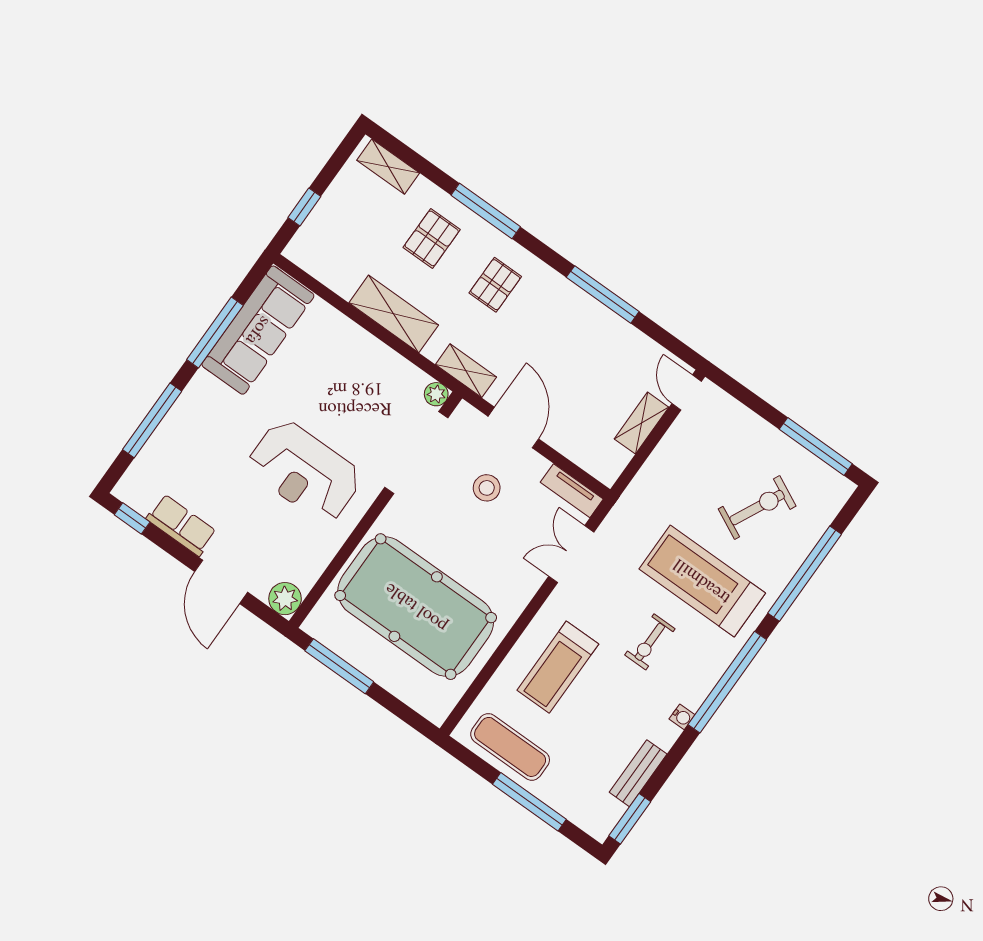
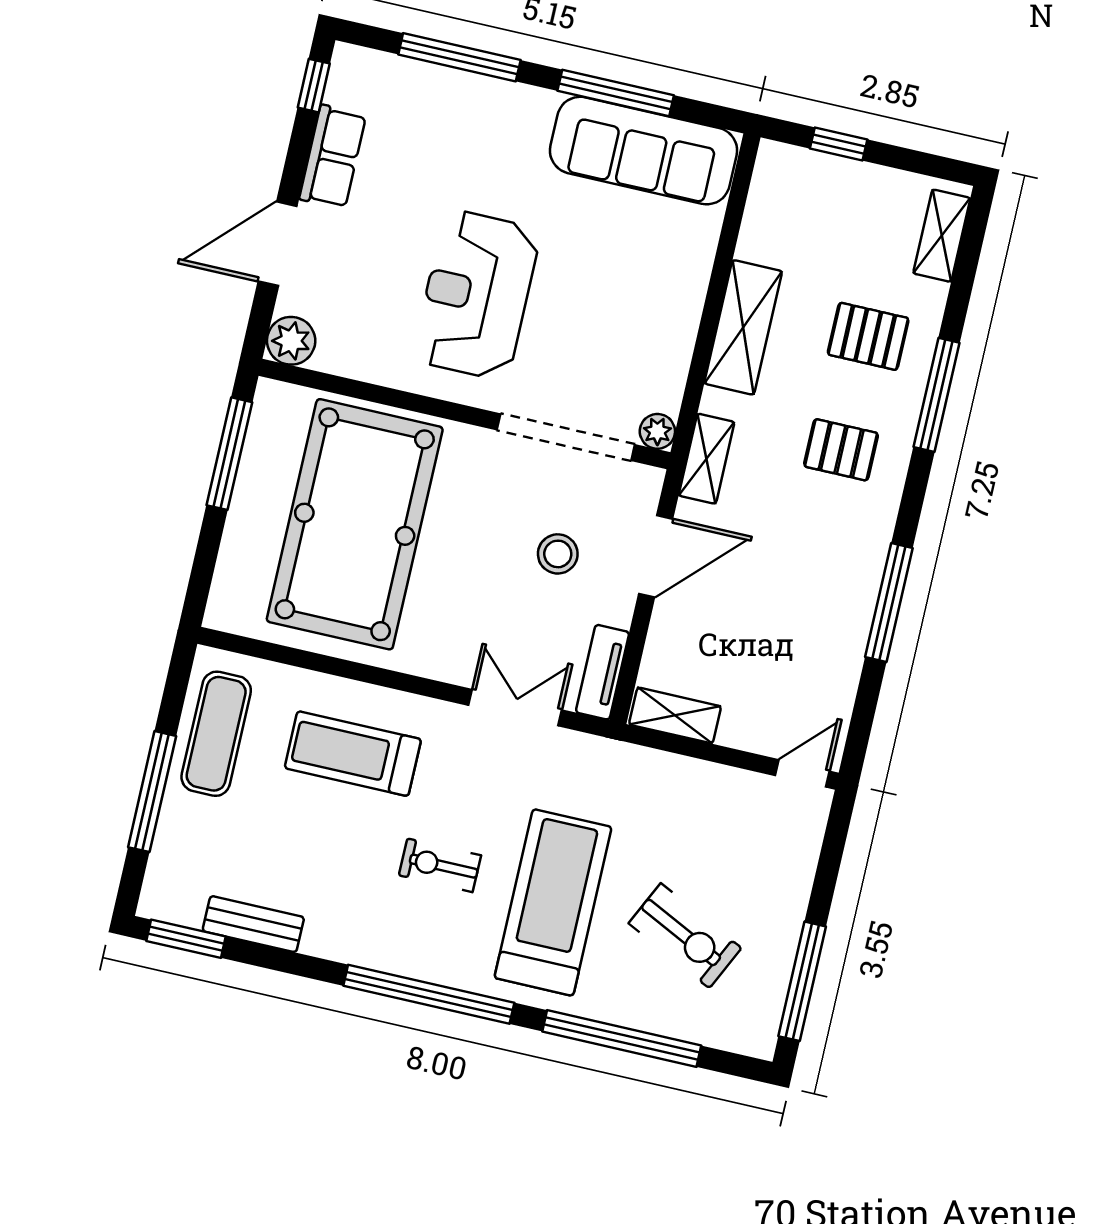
shelving: (642, 423) -> (675, 715), moved
water cooler: (682, 717) -> (355, 952), removed

